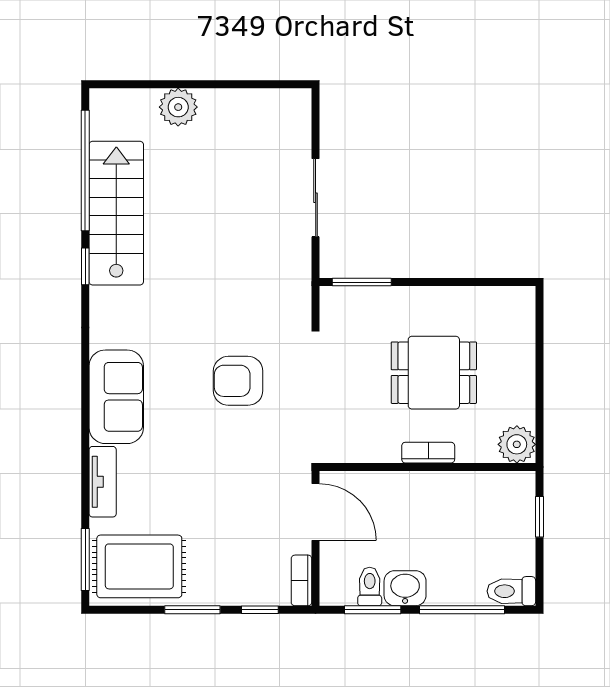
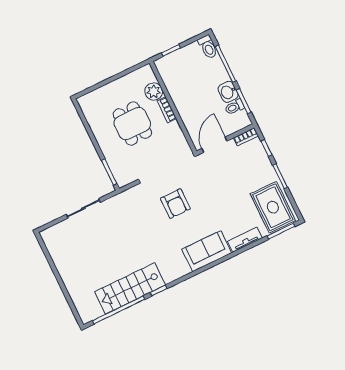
plant: (178, 107) -> (73, 284), removed
plant: (517, 444) -> (154, 91), moved

